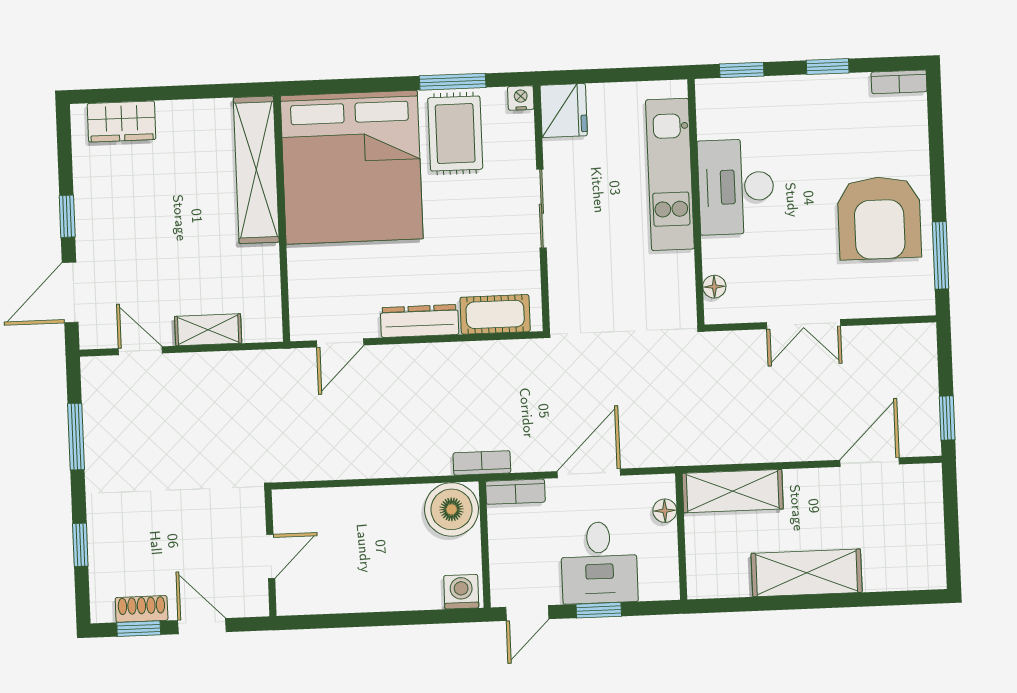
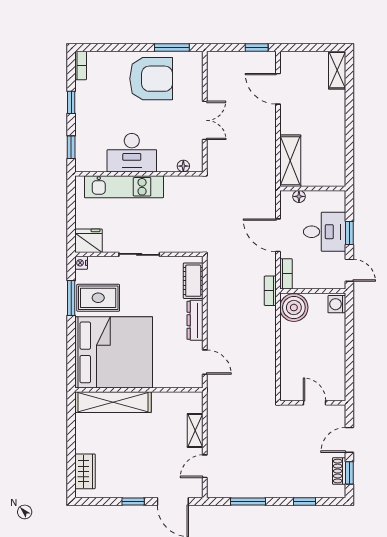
shelving: (807, 573) -> (337, 70), moved, width x0.67, depth x0.75

